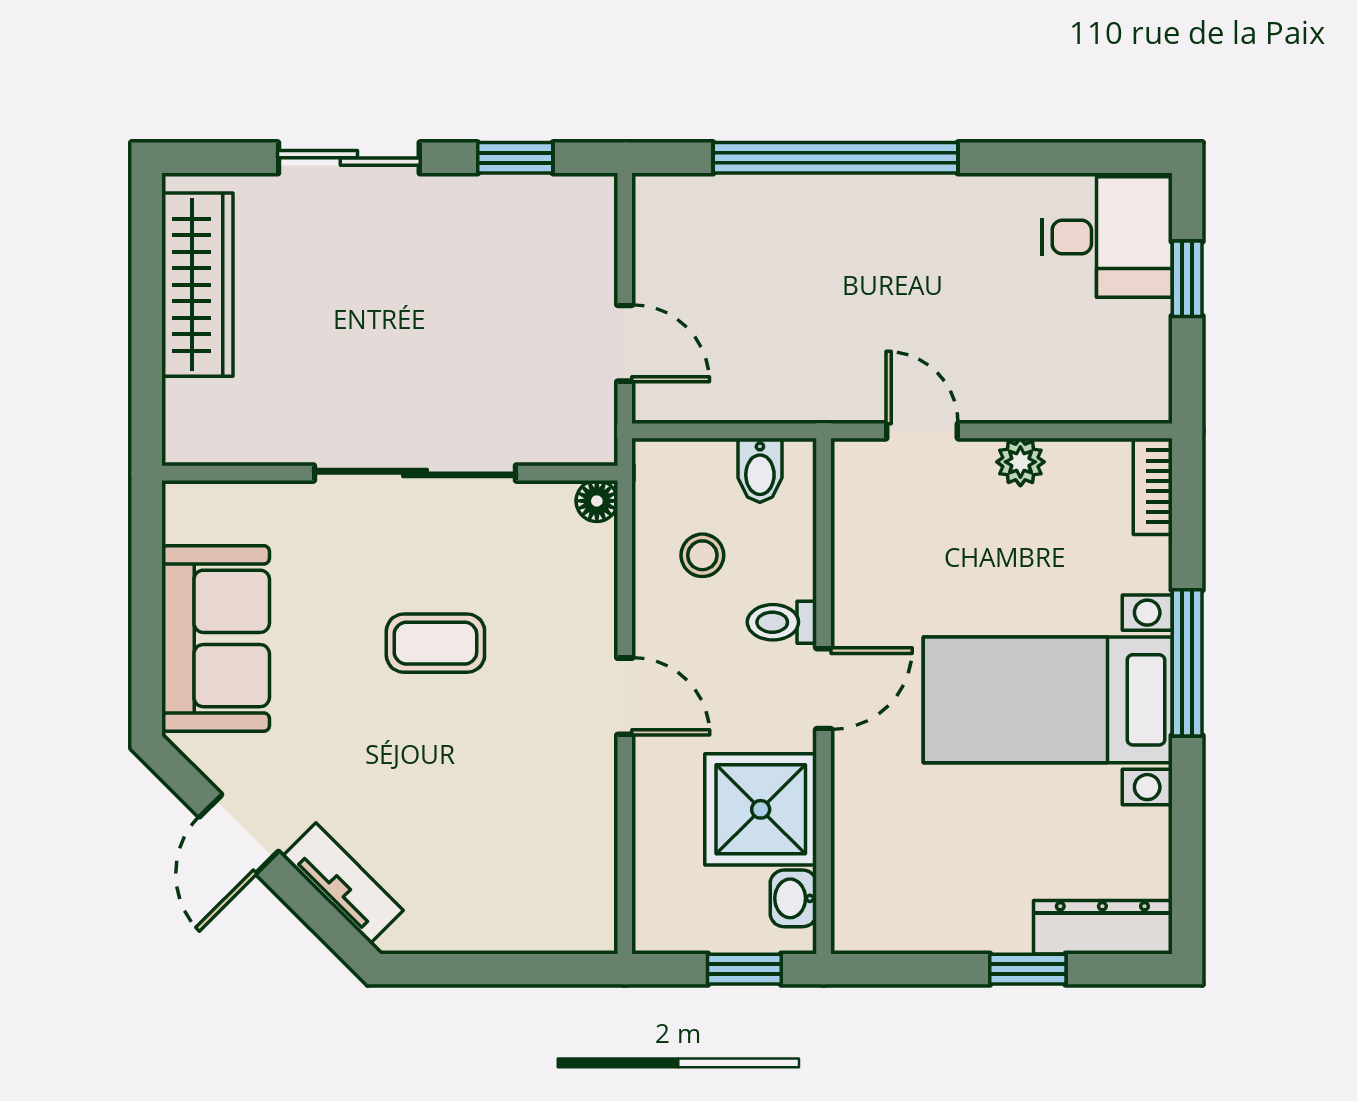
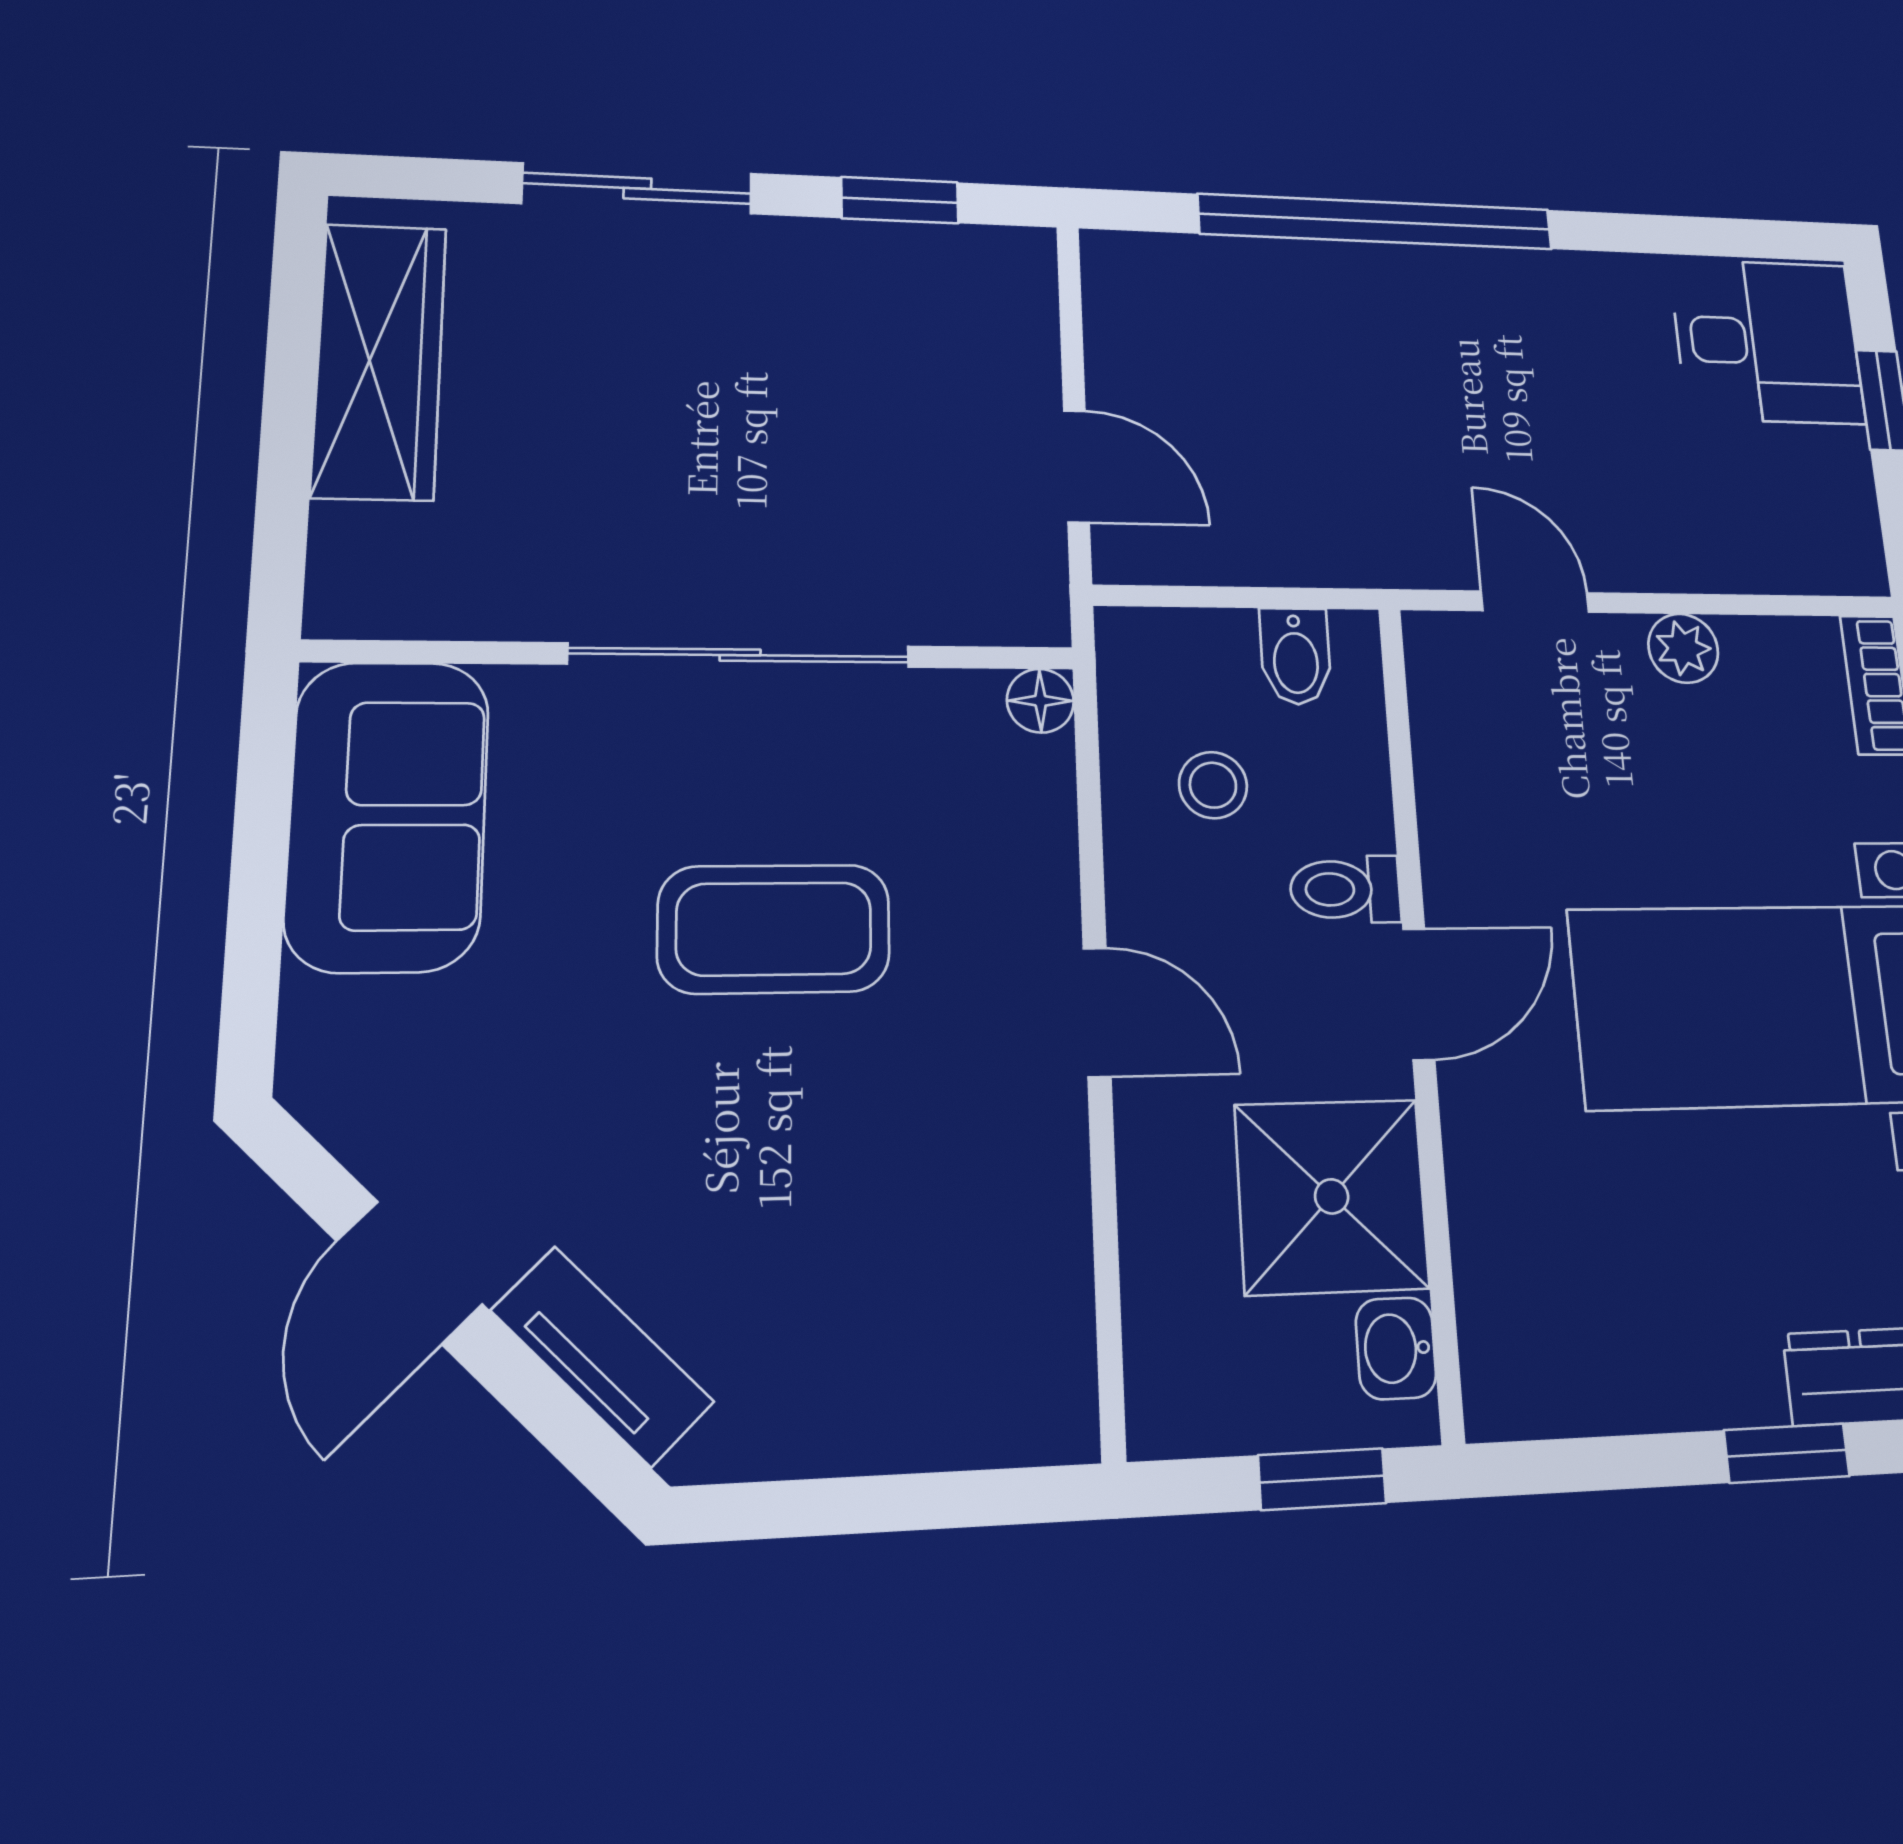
sofa: (216, 638) -> (388, 815), moved
coffee table: (435, 643) -> (774, 929), width x1.36, depth x1.30

